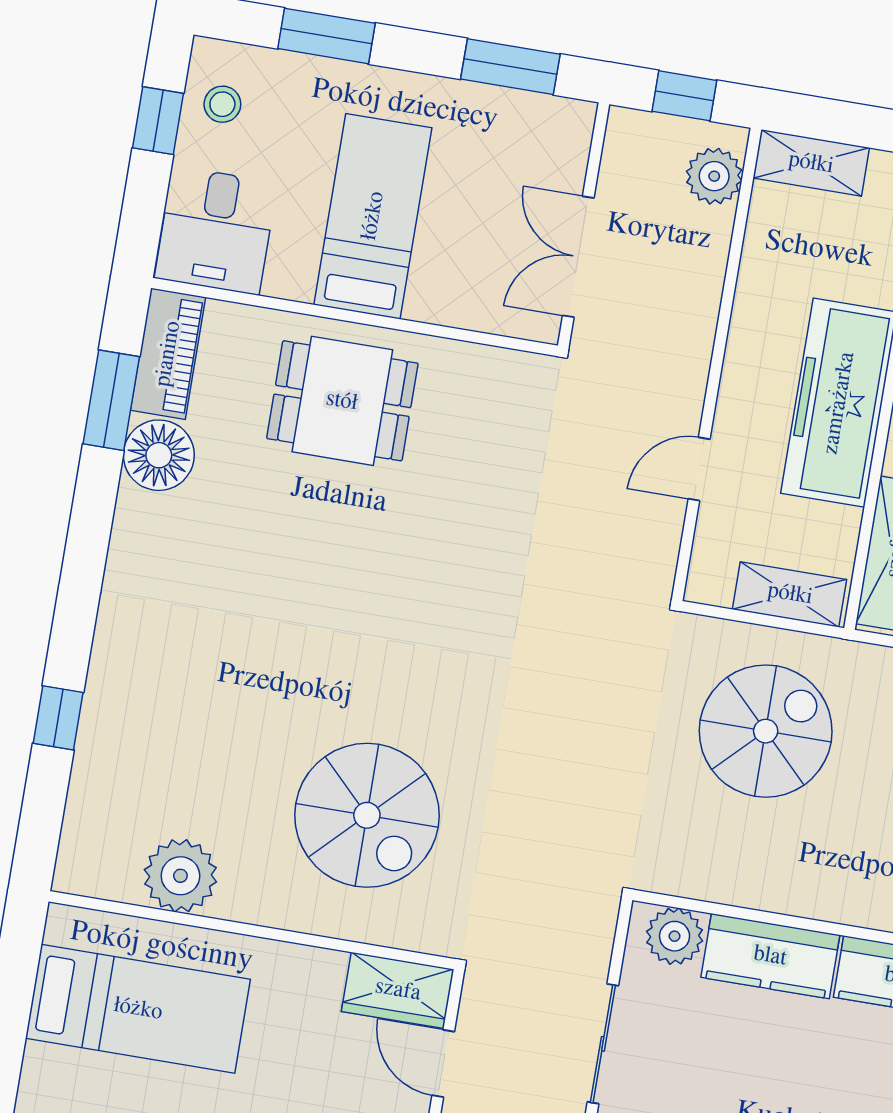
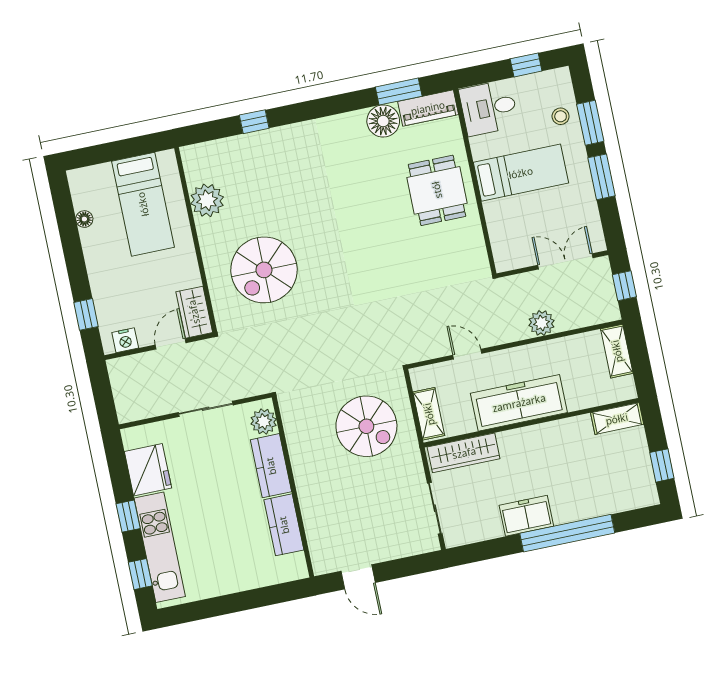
window: (510, 67) -> (602, 177), moved
stool: (222, 104) -> (561, 116), moved
plant: (714, 176) -> (542, 323), moved
double door: (578, 257) -> (565, 261), moved

